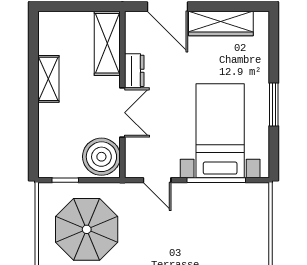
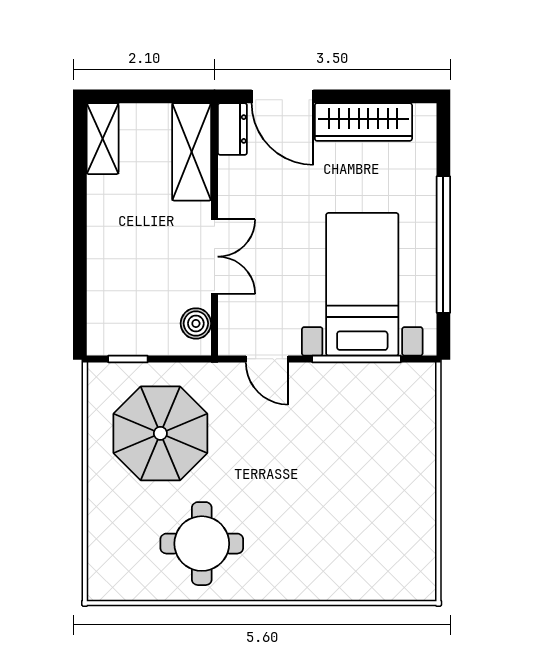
dresser: (134, 71) -> (232, 129), moved
shelving: (48, 79) -> (103, 139), moved
window: (274, 105) -> (443, 245), width x2.11
boiler: (101, 157) -> (196, 323), width x0.54, depth x0.54

